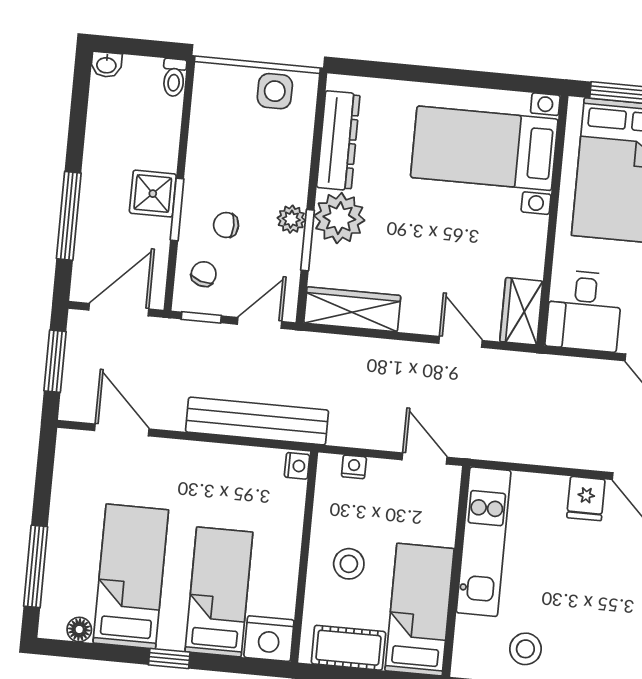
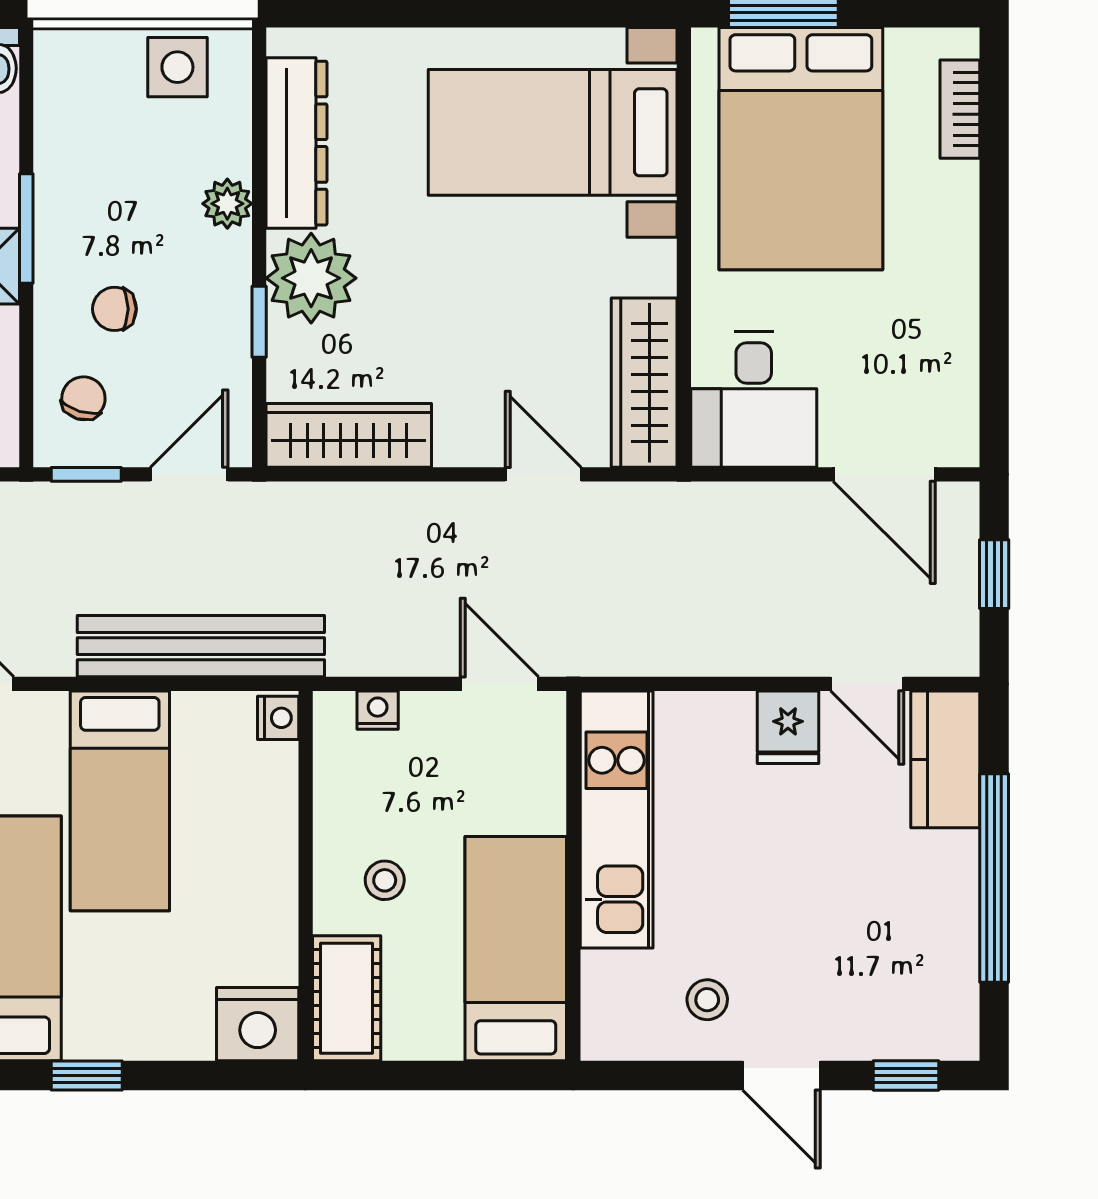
window: (177, 209) -> (26, 229), moved
plant: (291, 219) -> (227, 204), moved
window: (307, 240) -> (259, 322), width x0.67
wardrobe: (521, 311) -> (644, 383), width x1.50
stool: (349, 564) -> (385, 880), width x0.73, depth x0.73
bed: (219, 592) -> (120, 801), moved, turned 180
cot: (348, 648) -> (347, 998), moved, turned 90
stool: (525, 649) -> (707, 1000), width x0.73, depth x0.73

